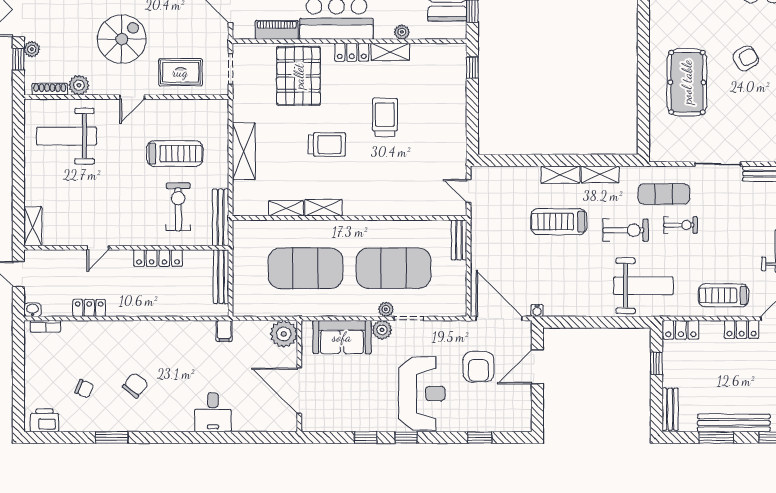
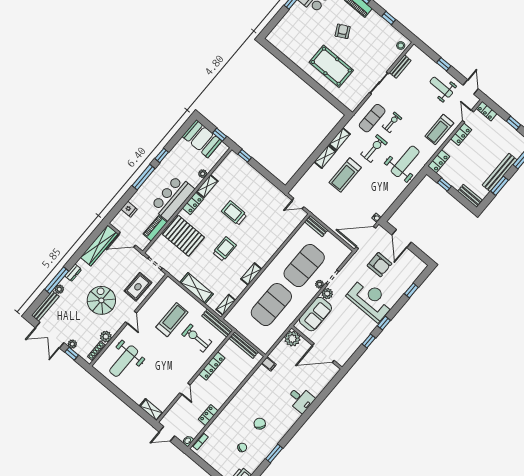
shelving: (286, 208) -> (226, 305), moved

